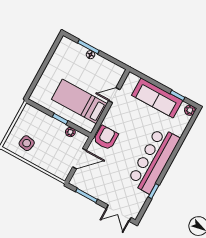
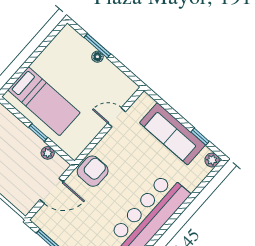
bed: (79, 101) -> (44, 101), moved, turned 180

